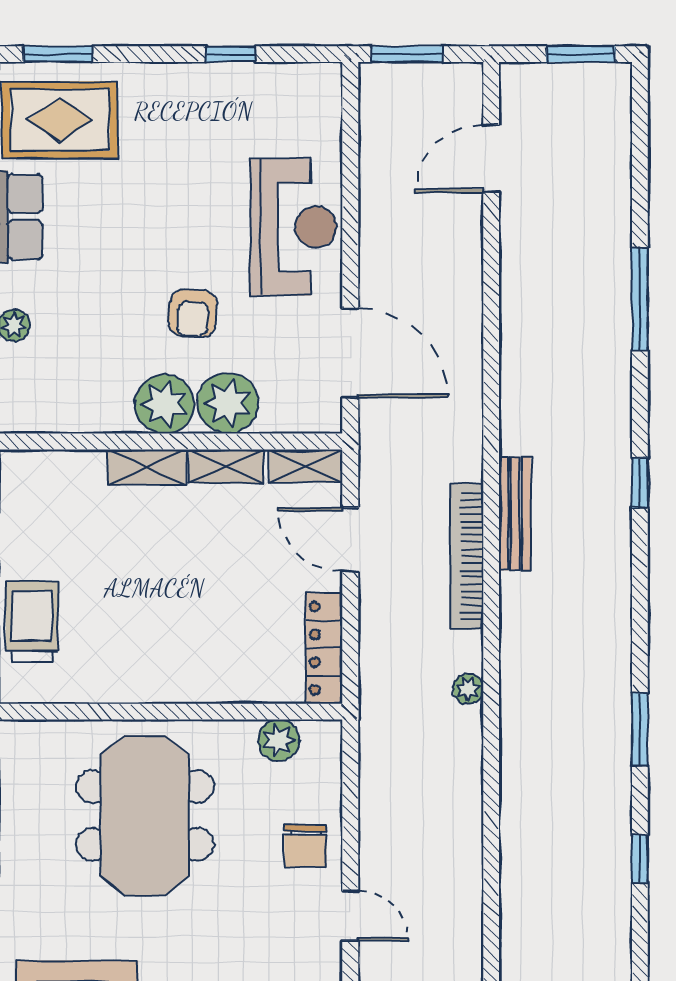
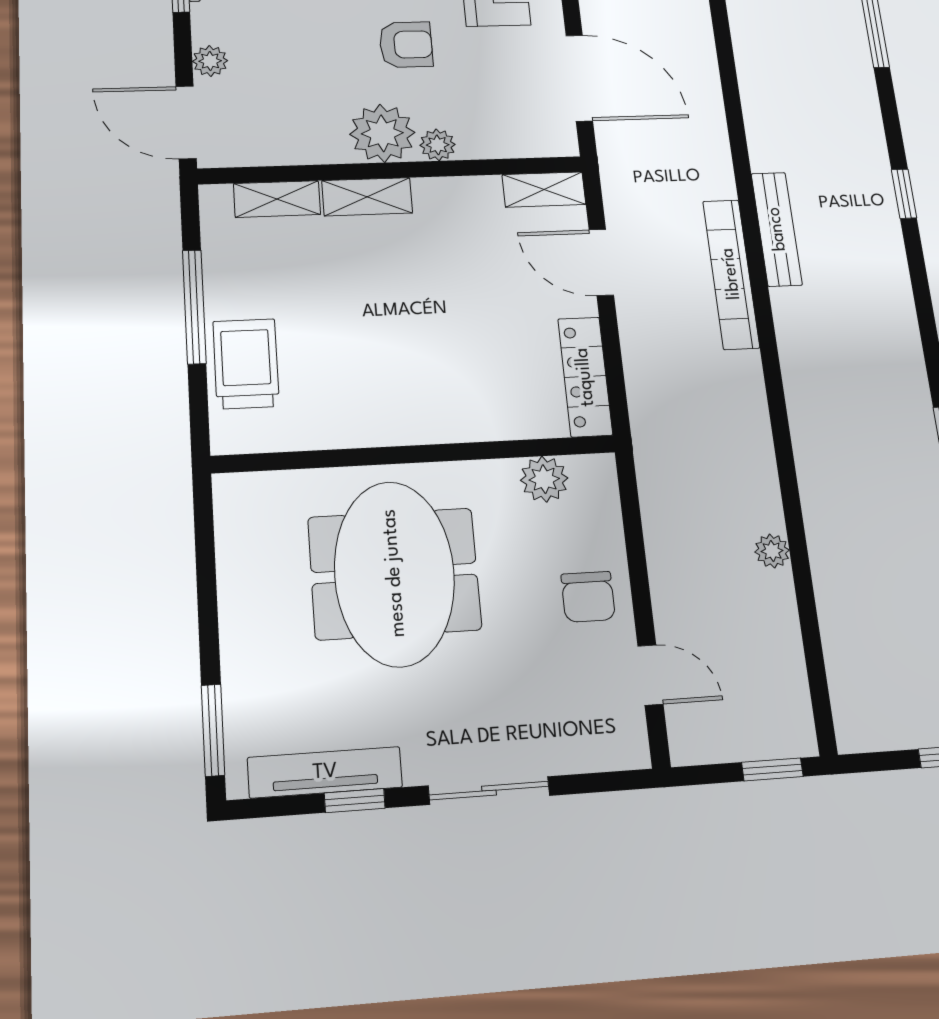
armchair: (193, 313) -> (406, 45), turned -93
plant: (228, 403) -> (438, 145), width x0.53, depth x0.53
shelving: (226, 466) -> (277, 199), moved
plant: (468, 689) -> (772, 551), moved

